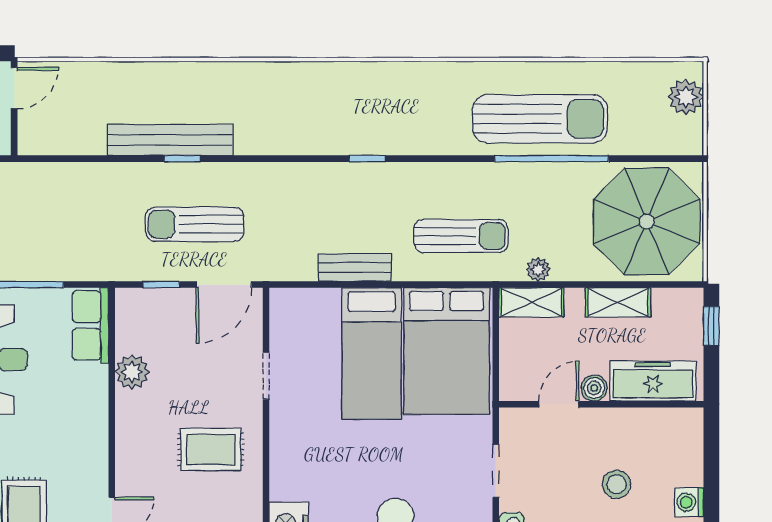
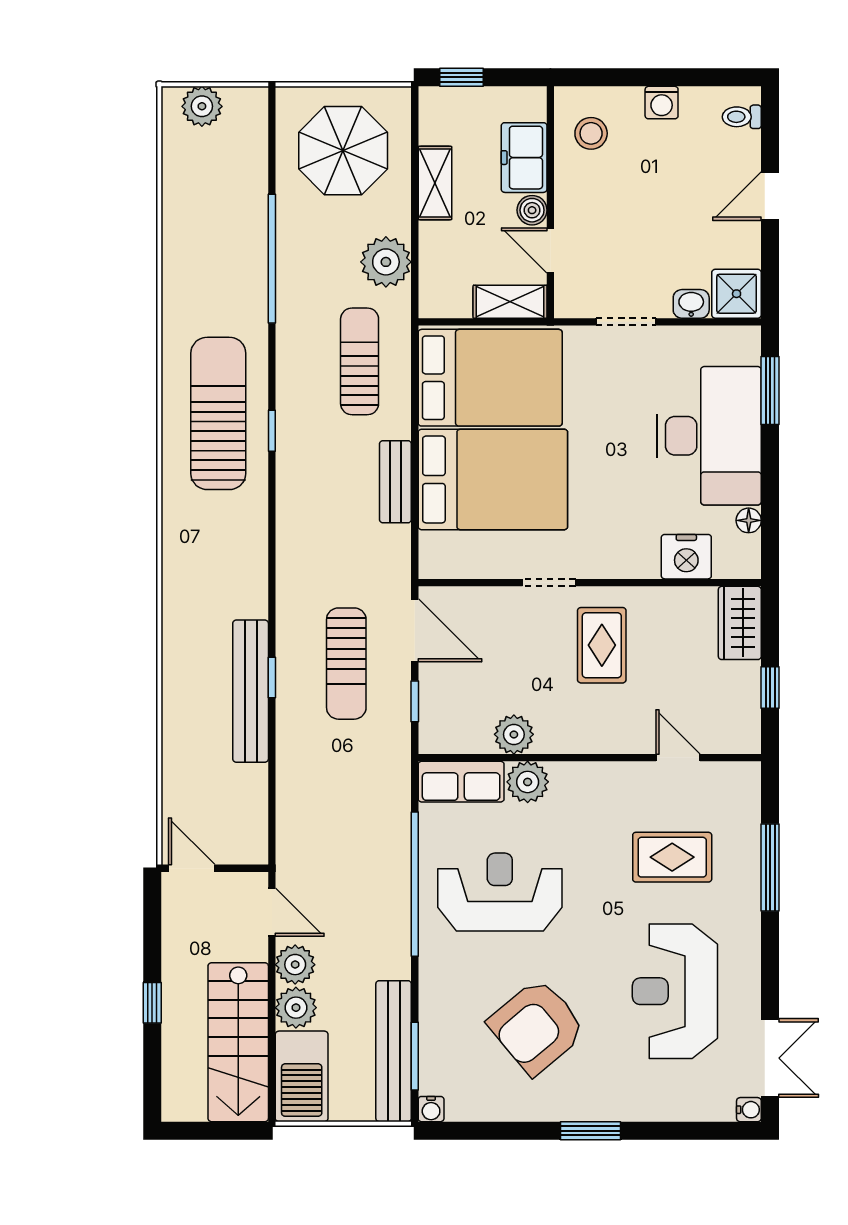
sun lounger: (540, 119) -> (218, 413), moved
window: (367, 159) -> (272, 431), moved
parasol: (647, 221) -> (343, 151), width x0.73, depth x0.73
plant: (538, 270) -> (386, 262), width x1.88, depth x1.88
shelving: (531, 302) -> (510, 302), moved, turned 90
bed: (372, 353) -> (493, 479), width x1.50
doorway: (266, 376) -> (549, 583), moved
freezer: (653, 381) -> (524, 158), width x0.71
plant: (90, 384) -> (528, 782), added
stool: (617, 484) -> (591, 133), moved

